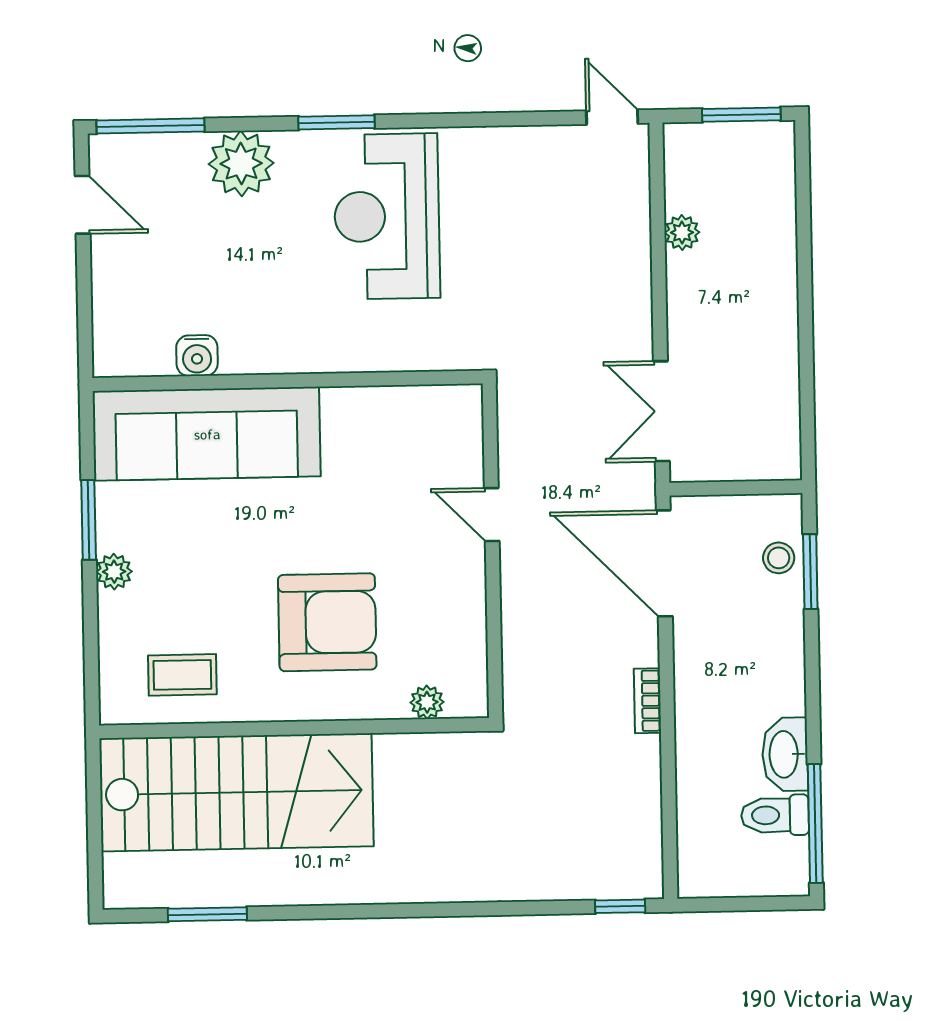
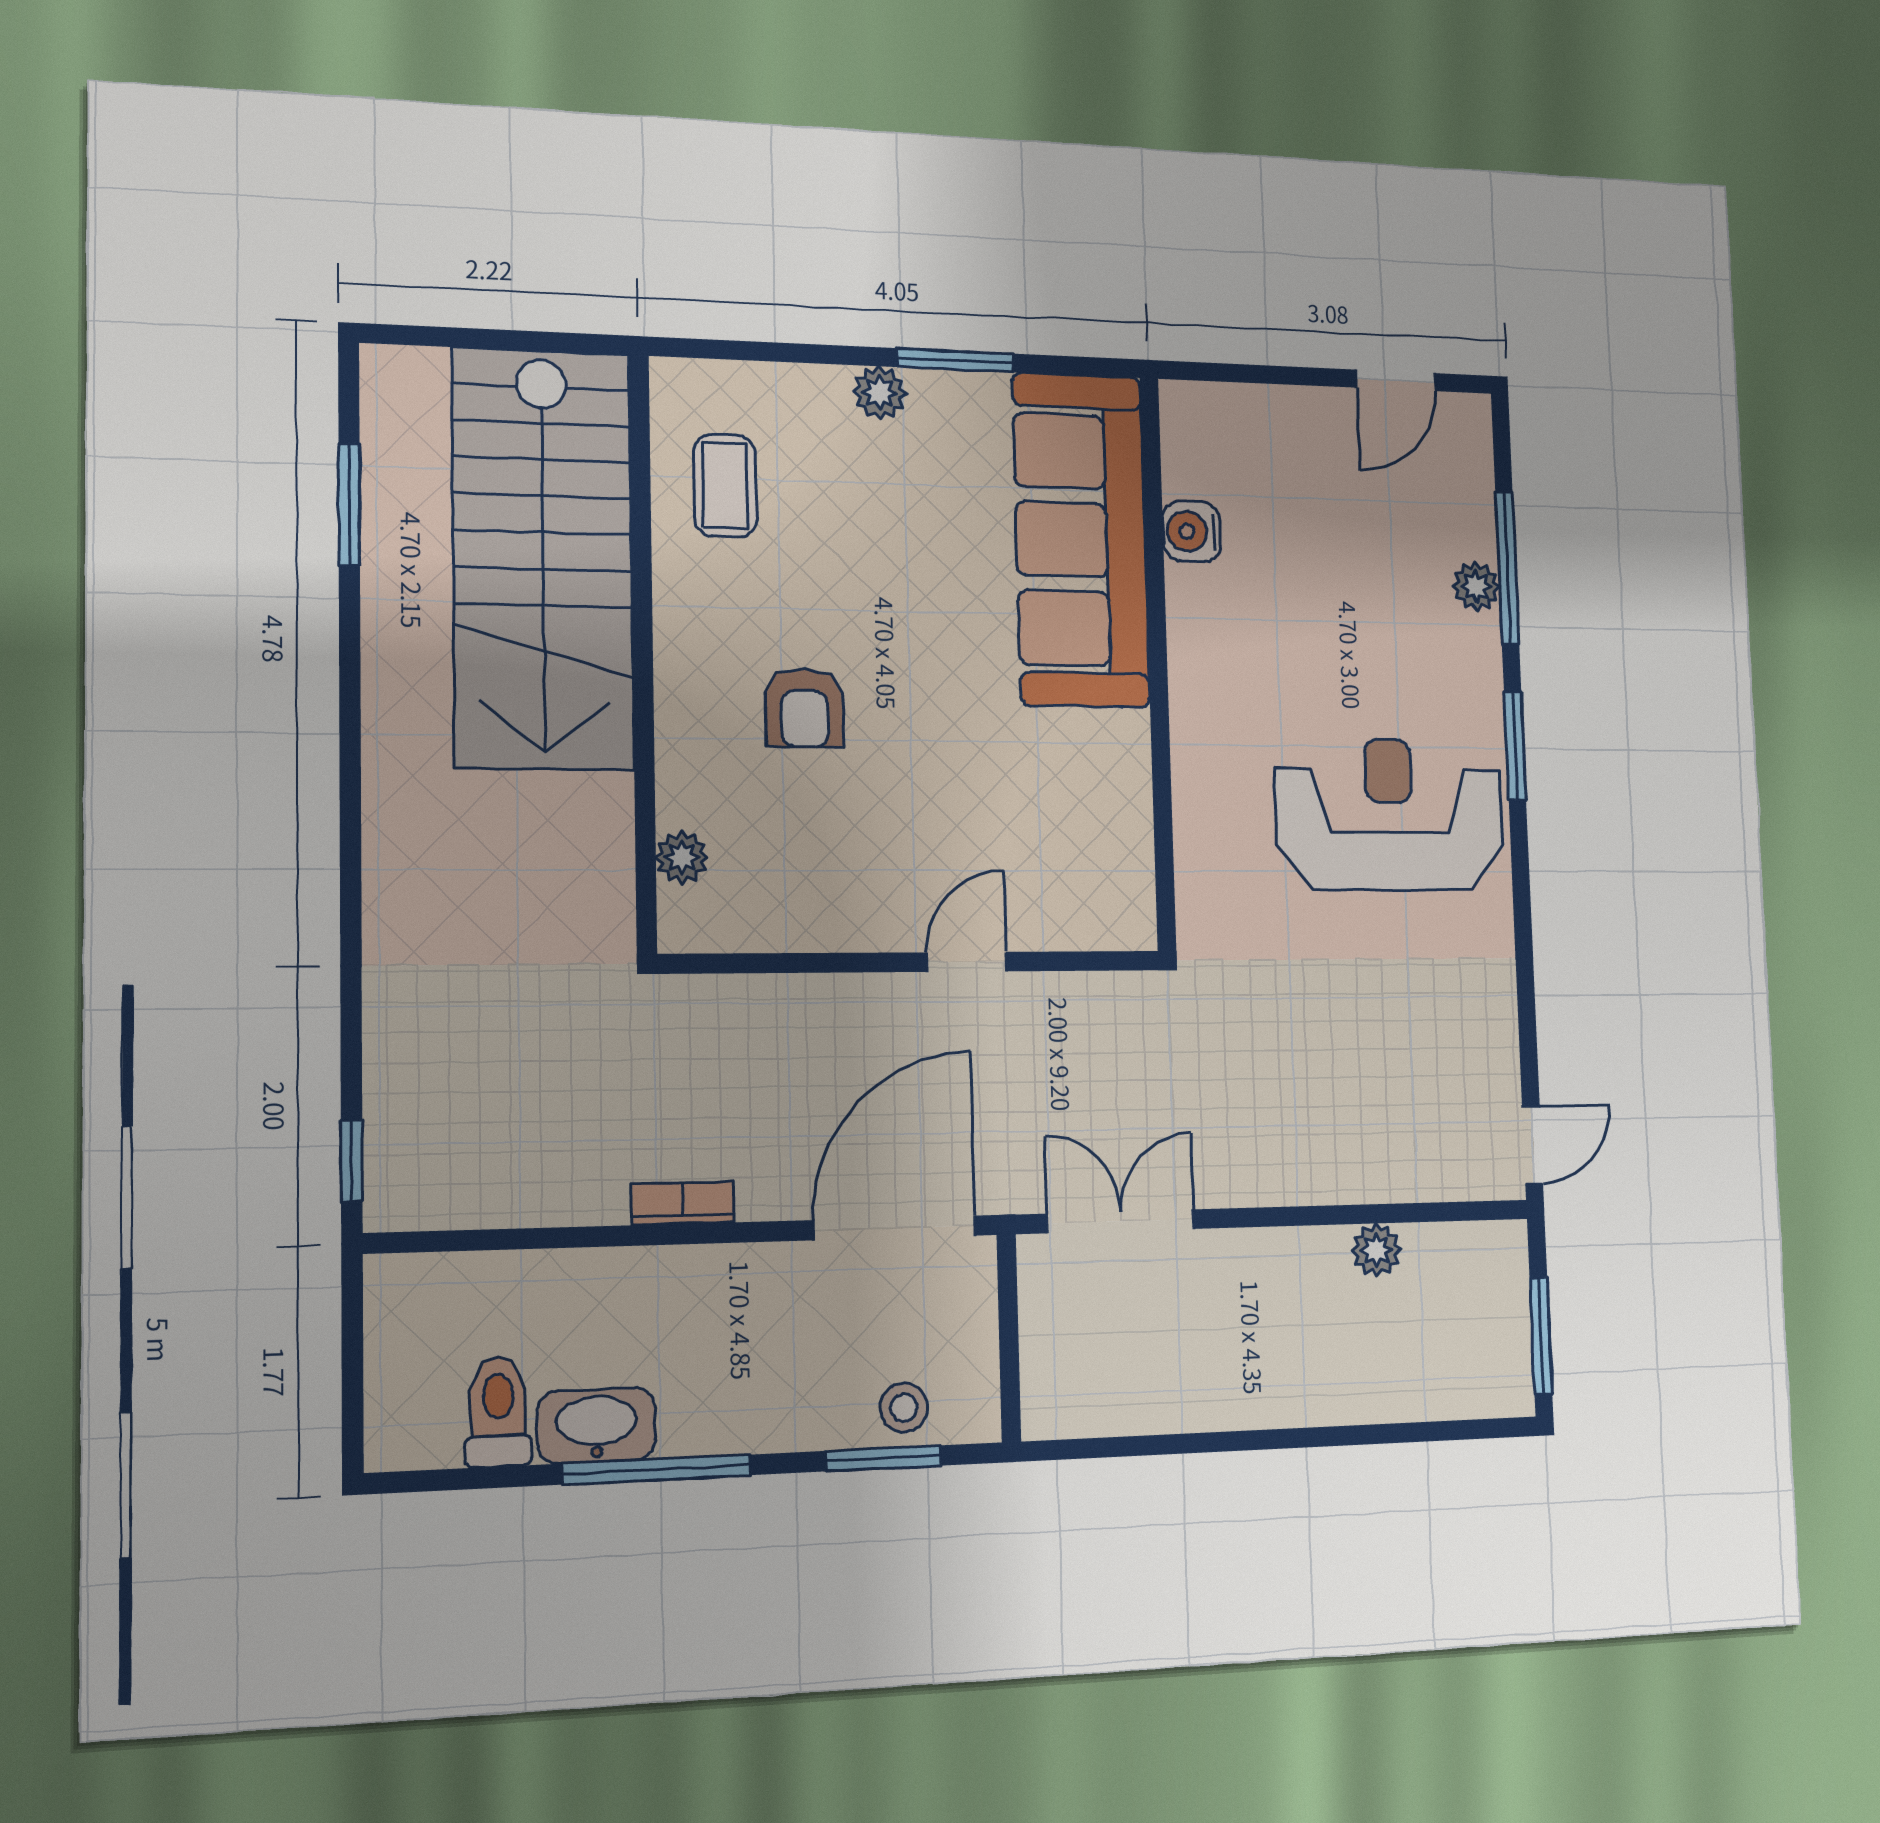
window: (151, 126) -> (1507, 568), moved
plant: (241, 164) -> (1476, 586), width x0.53, depth x0.53
armchair: (327, 622) -> (805, 708), width x0.53, depth x0.53
window: (815, 824) -> (657, 1469), moved

